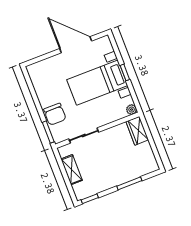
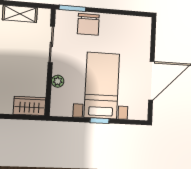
plant: (132, 110) -> (58, 81), moved
chair: (55, 114) -> (88, 24), turned -90

